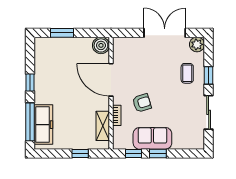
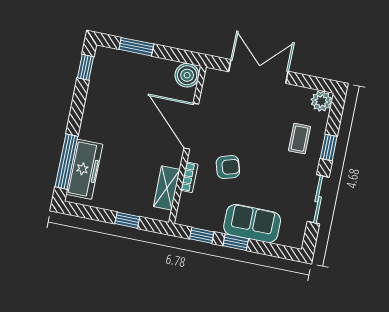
double door: (165, 33) -> (258, 71), moved
window: (30, 82) -> (86, 67), moved
sofa: (152, 138) -> (252, 223), moved

